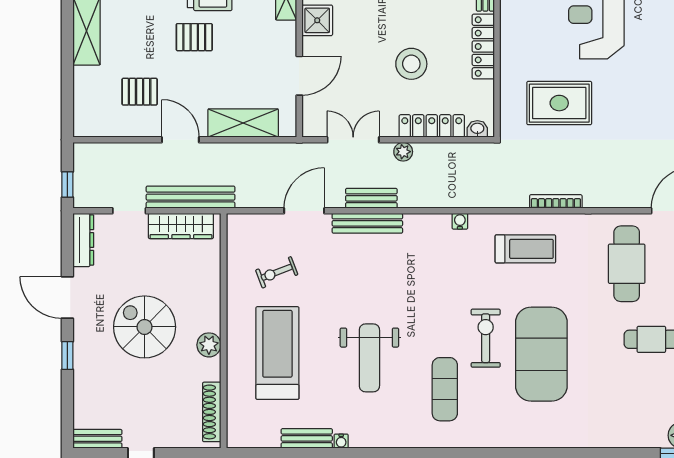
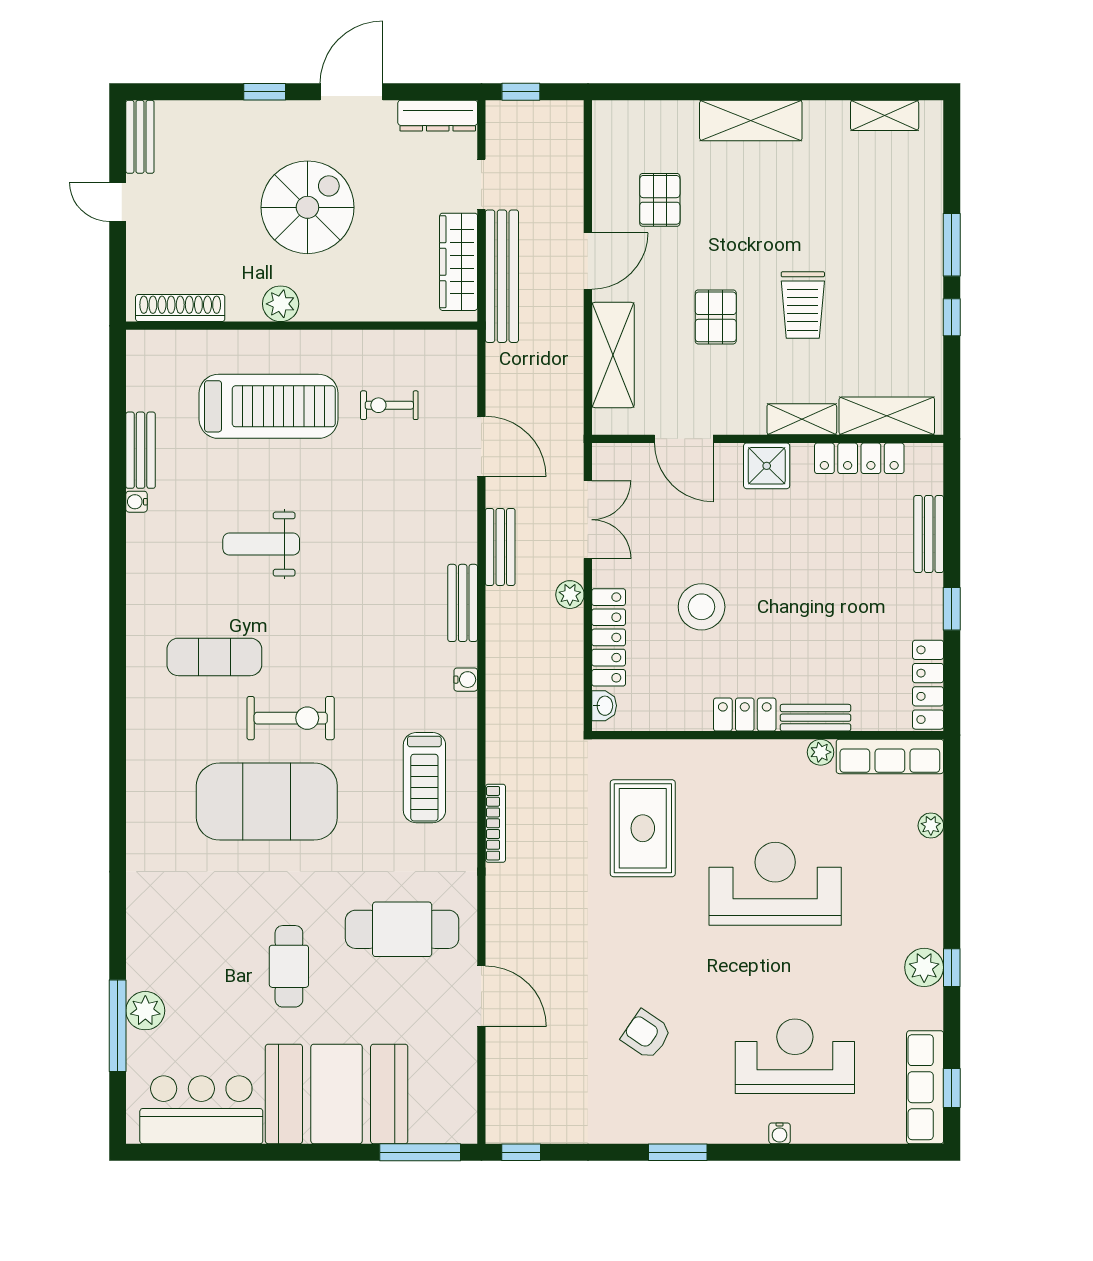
pallet: (194, 37) -> (716, 317), moved
locker: (483, 47) -> (745, 715), width x0.66
bench: (367, 223) -> (463, 603), moved, width x0.73
exercise bike: (277, 272) -> (389, 405), turned -69
weight bench: (369, 358) -> (261, 544), width x0.73, depth x0.75

